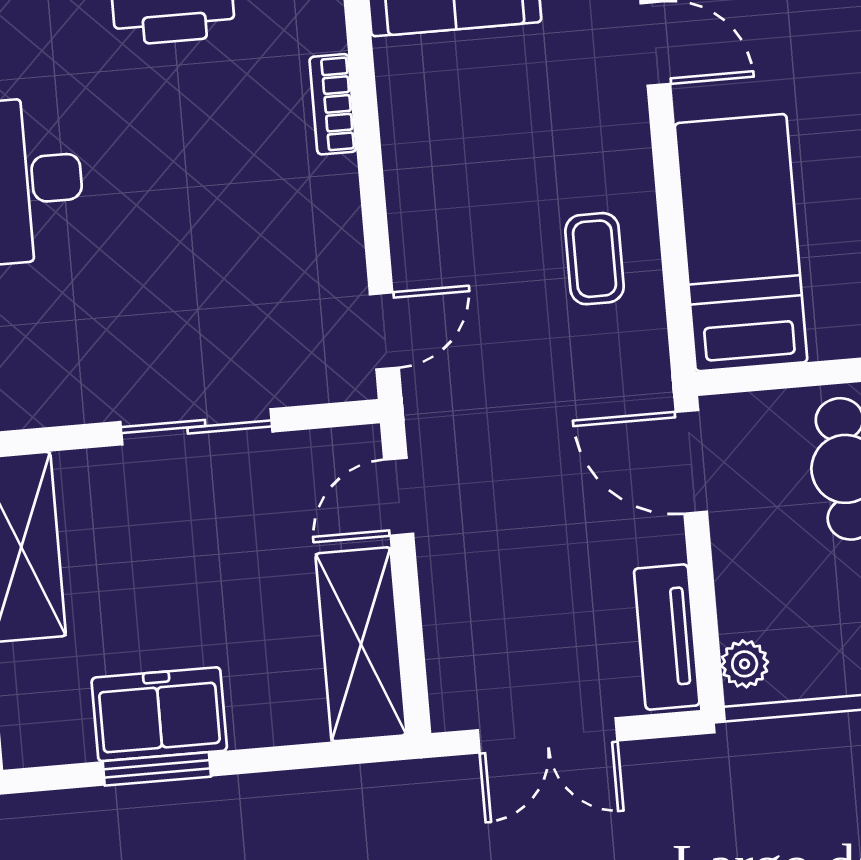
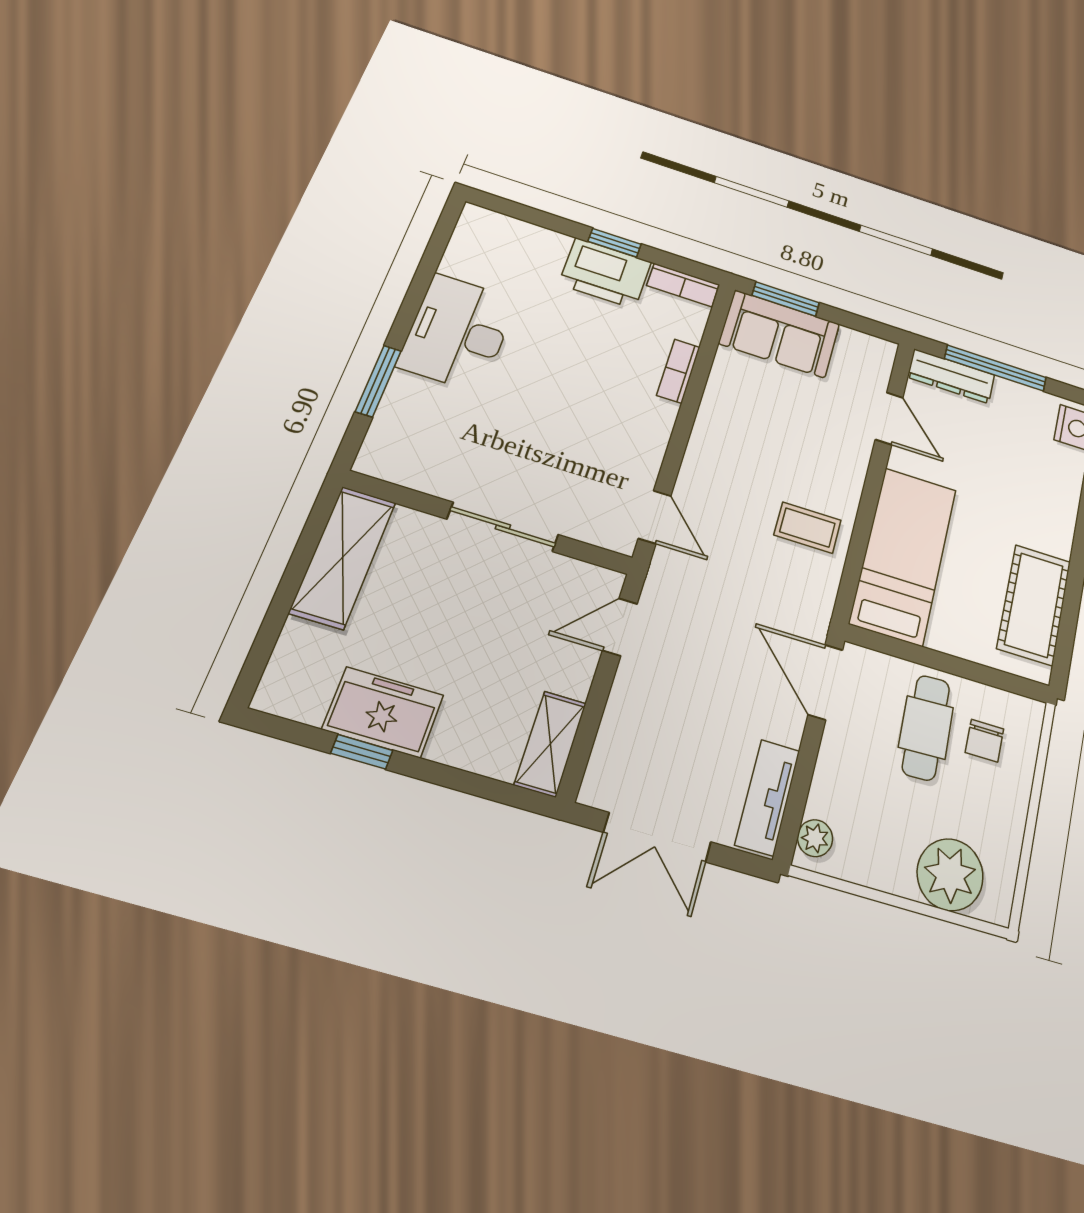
coffee table: (595, 259) -> (808, 528), turned 90
door: (384, 331) -> (655, 517), hinge flipped
shelving: (361, 644) -> (550, 744), width x0.67, depth x0.75
window: (157, 769) -> (362, 752), width x0.67

